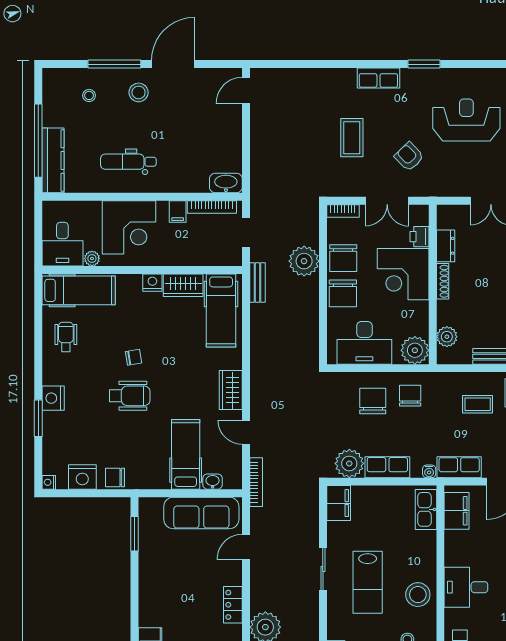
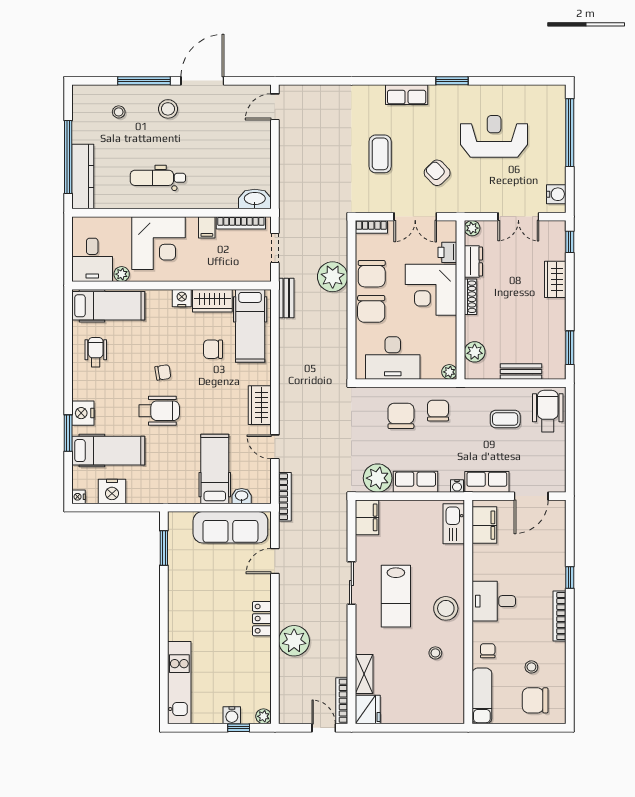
plant: (444, 212) -> (472, 228), added
plant: (415, 350) -> (449, 372), width x0.53, depth x0.53
hospital bed: (79, 436) -> (108, 451), added
chair: (115, 478) -> (213, 349), moved

